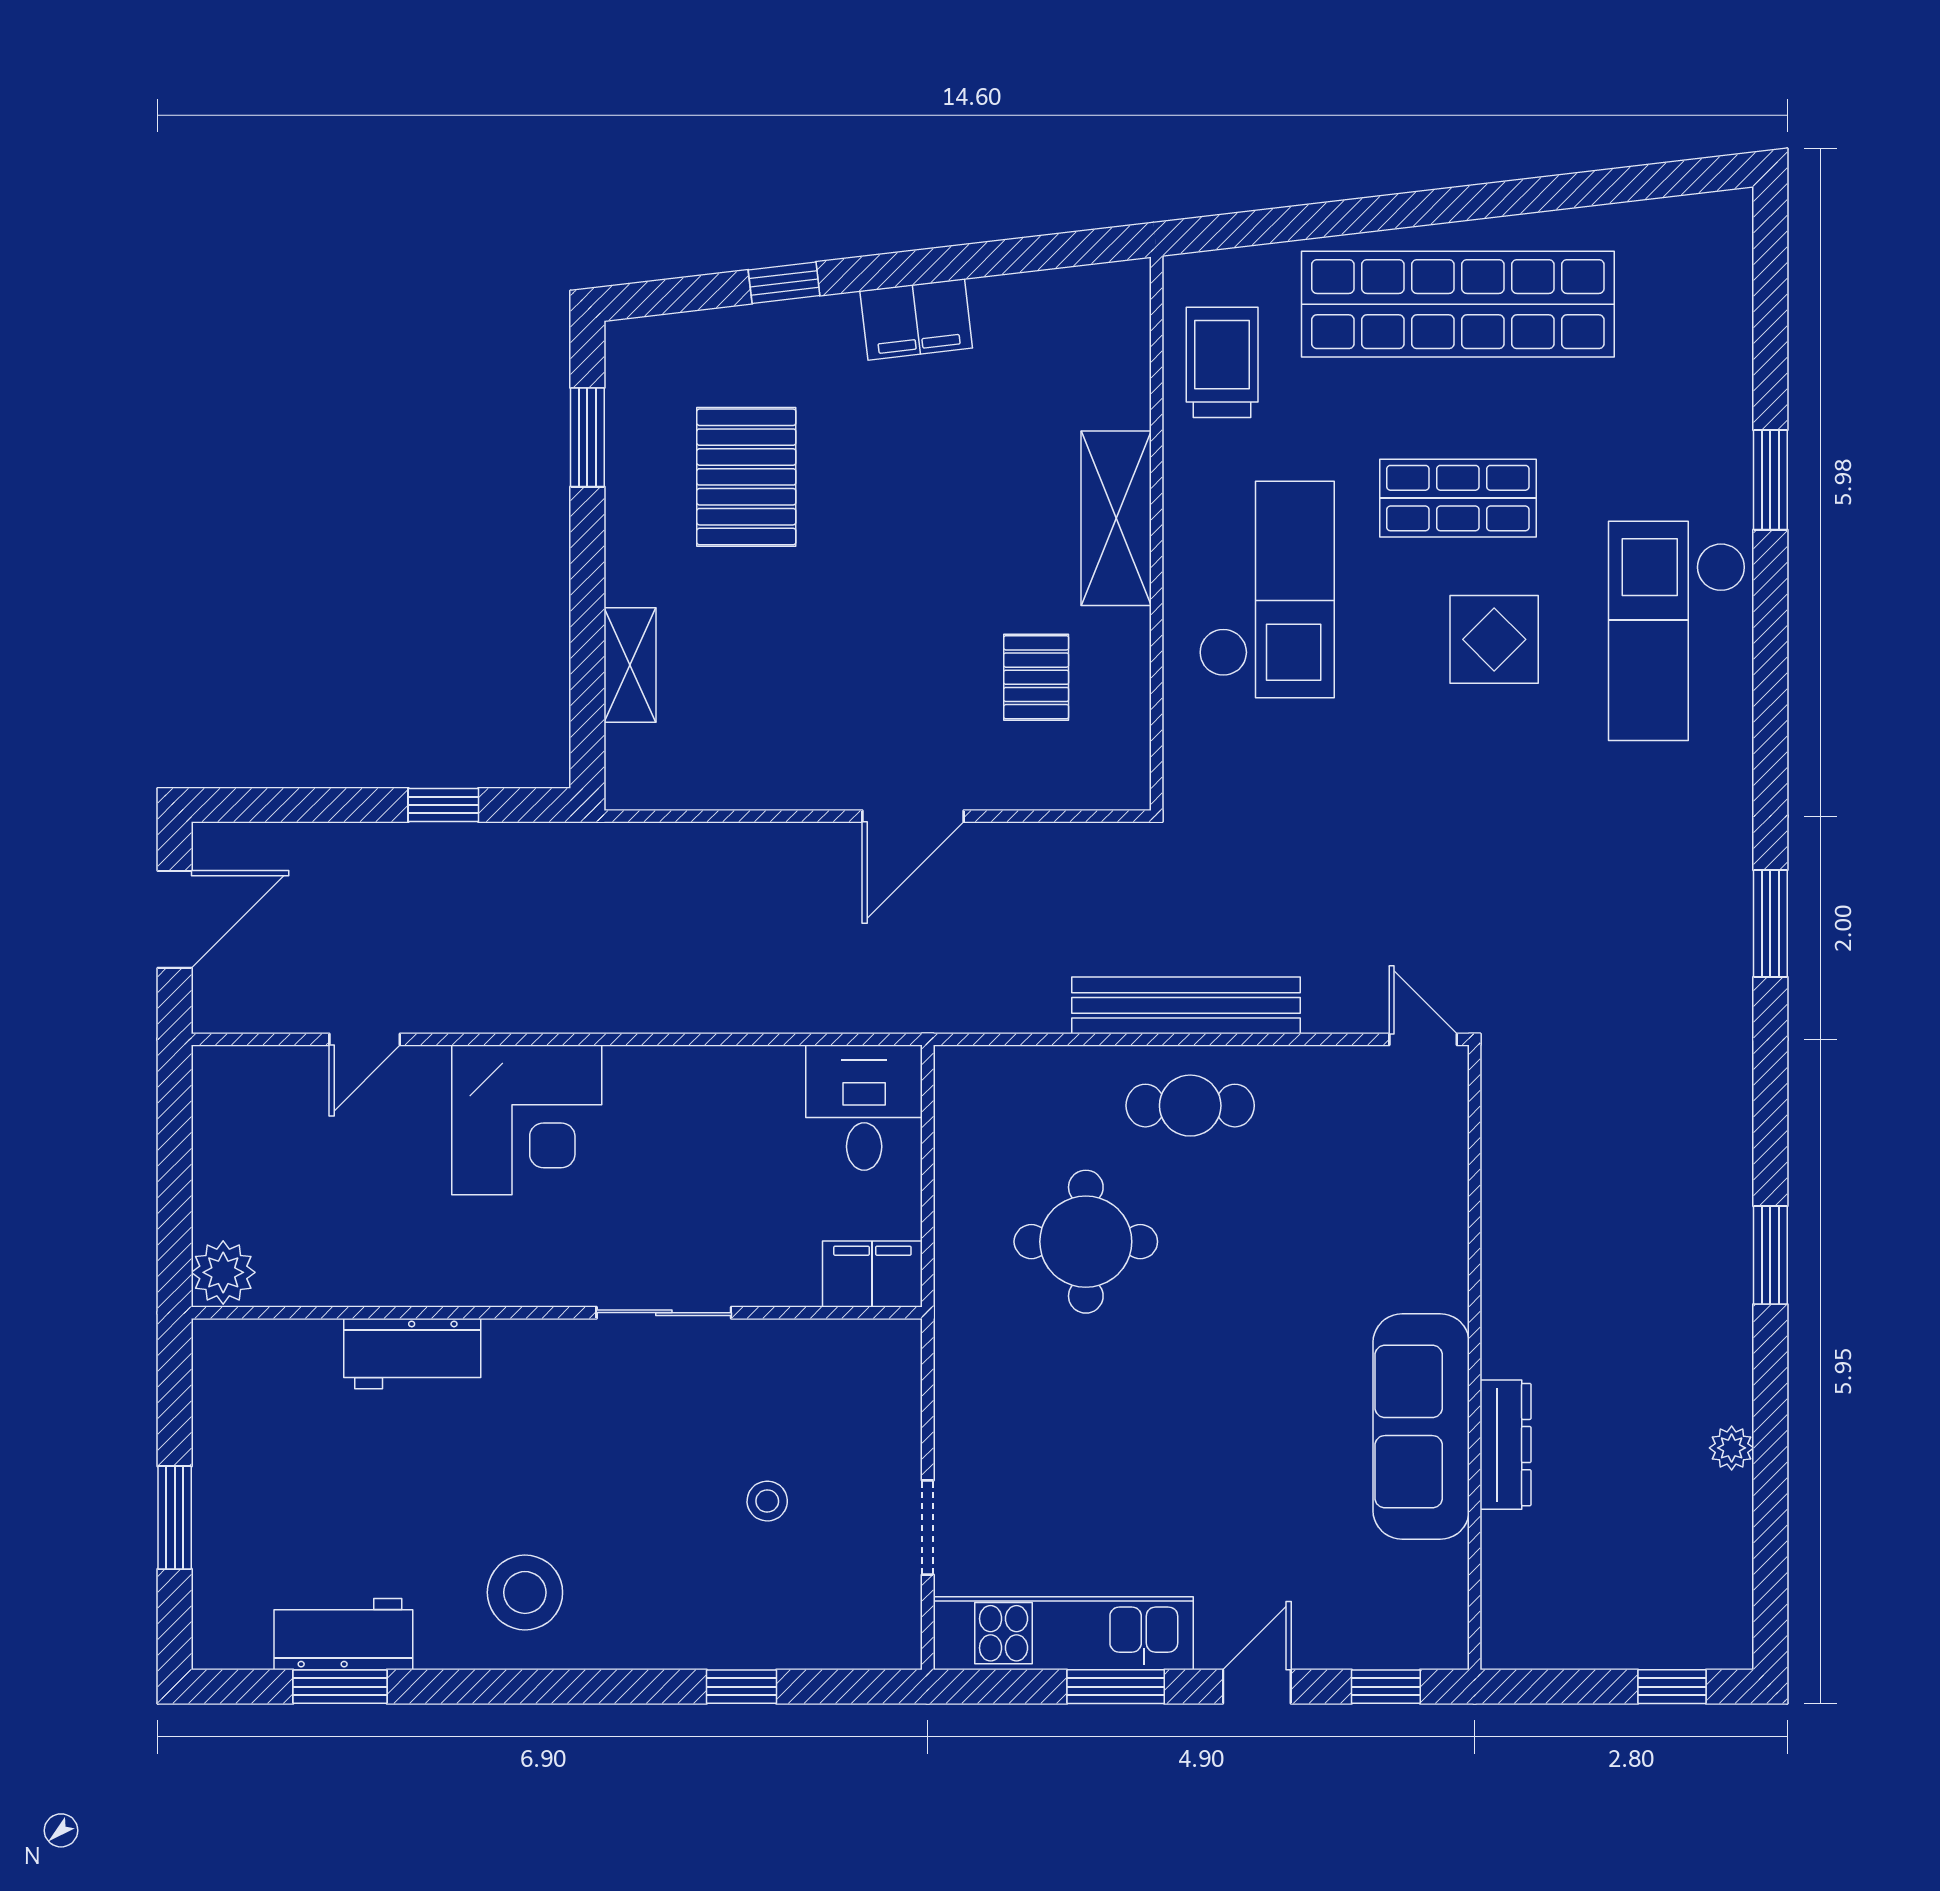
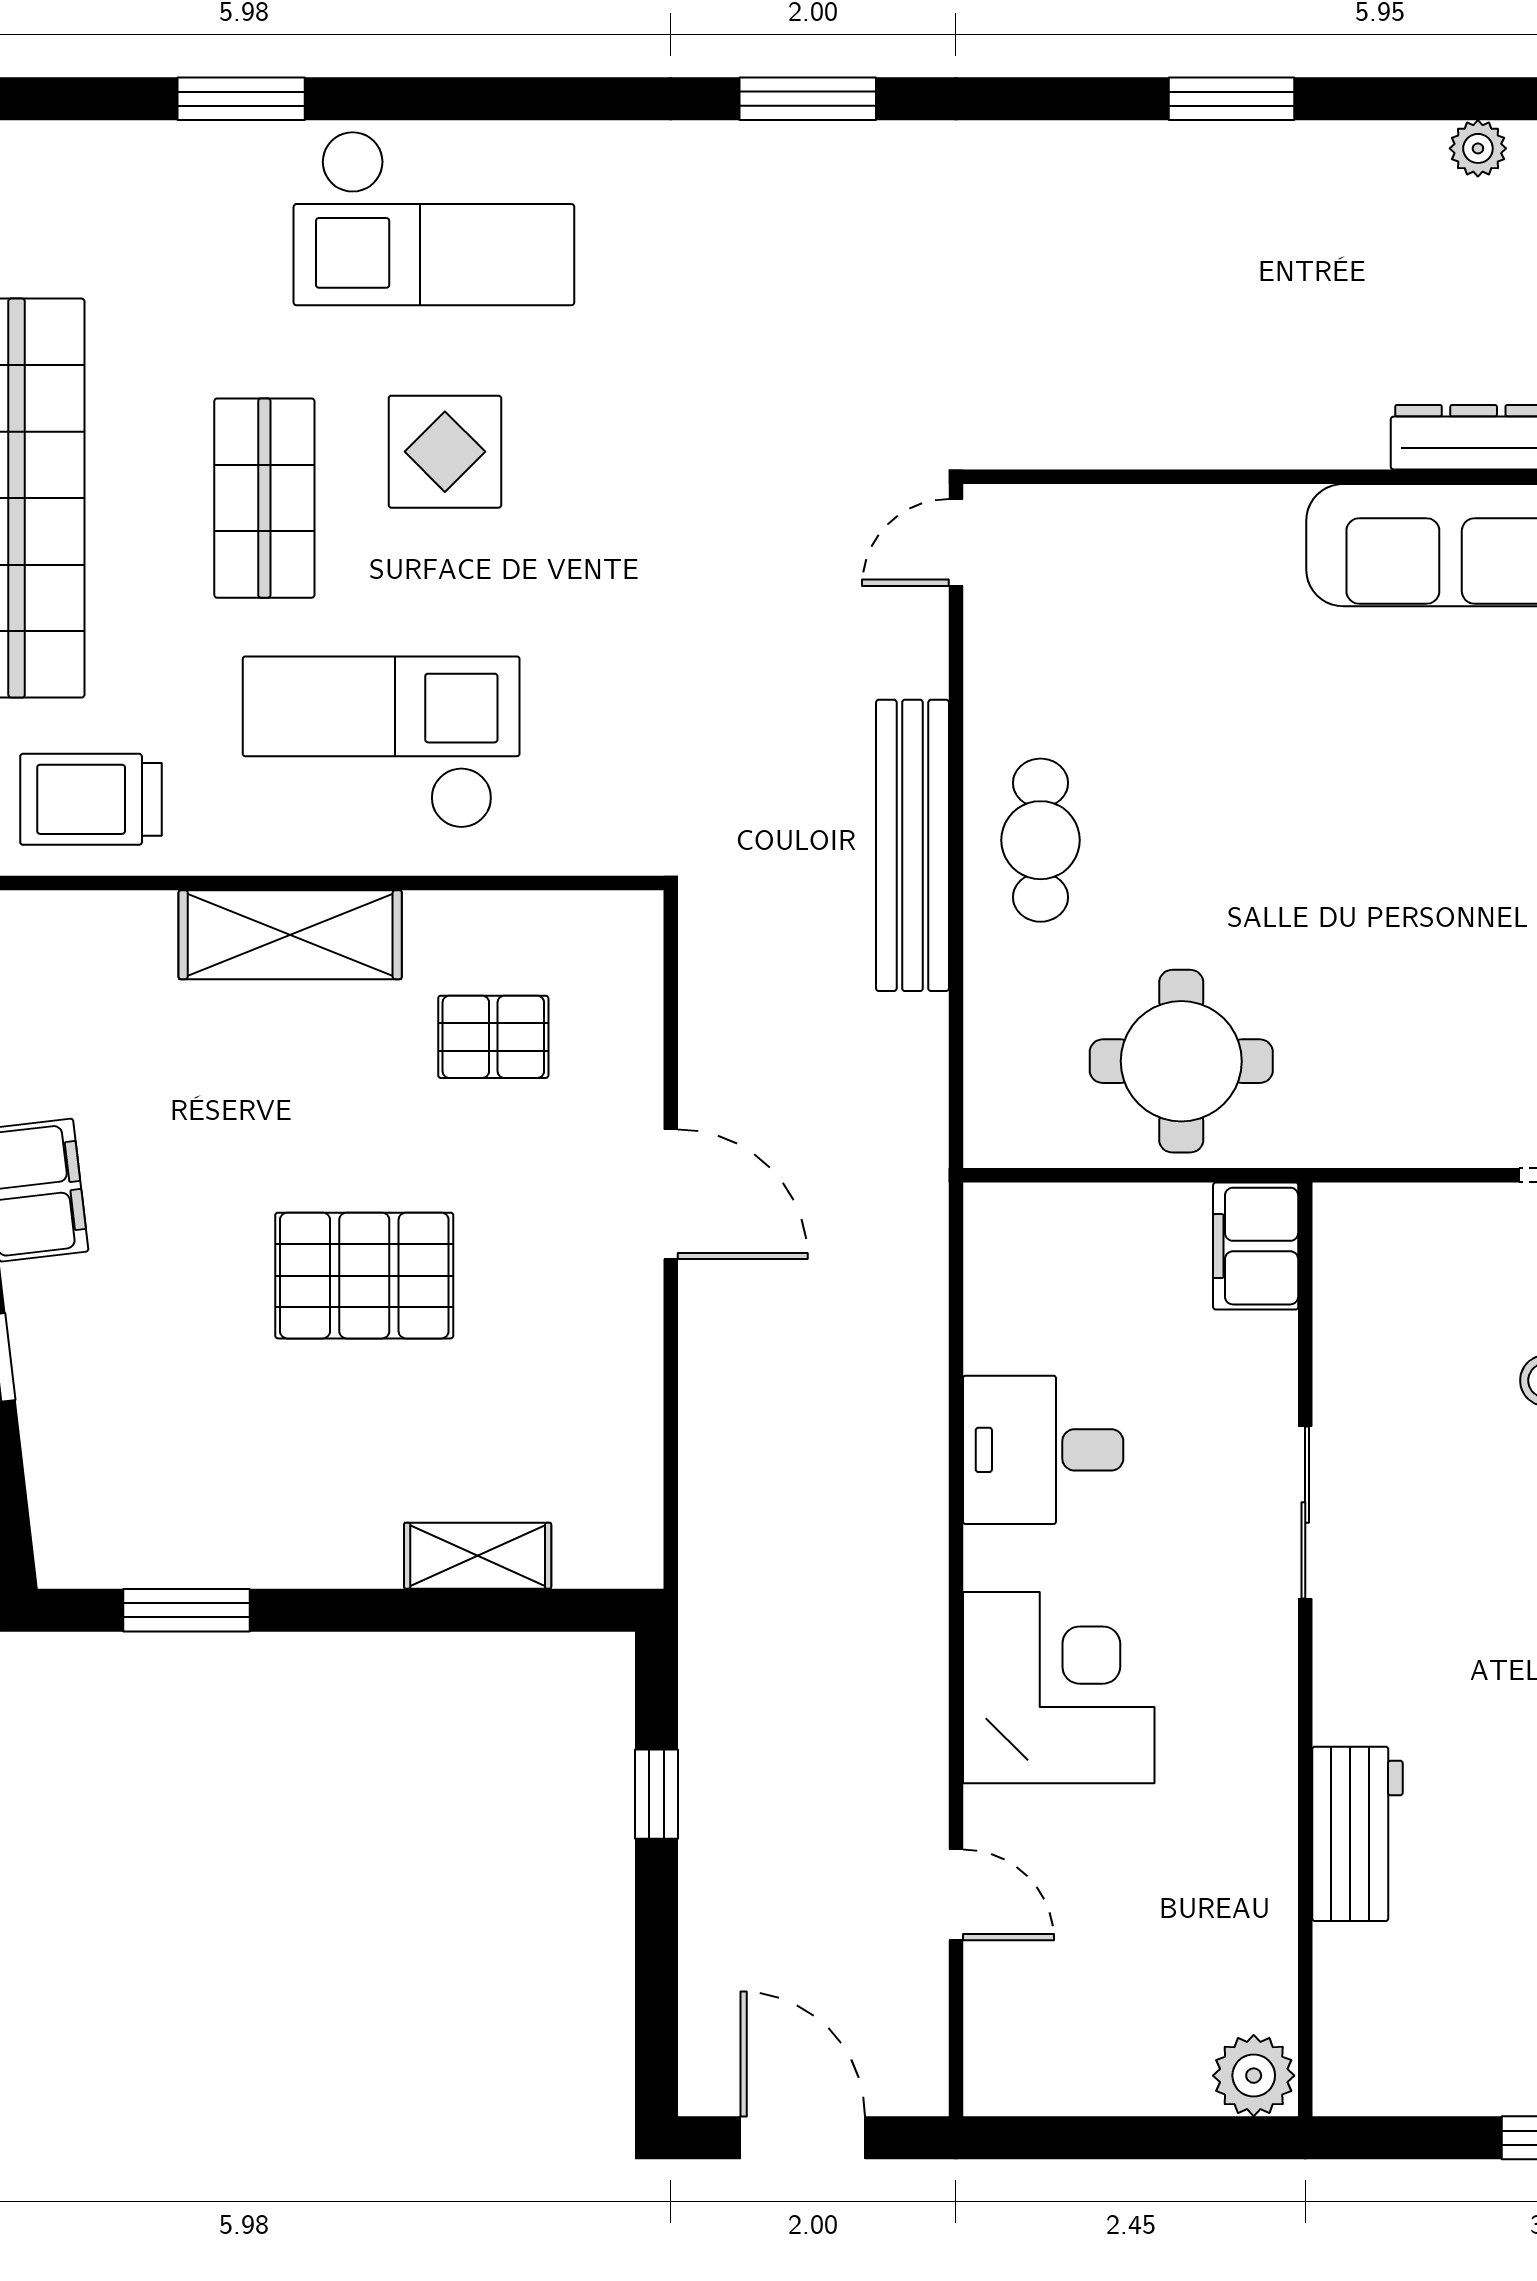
pallet: (746, 477) -> (364, 1276), moved
desk: (864, 1108) -> (1043, 1450), moved
round table: (1086, 1242) -> (1181, 1061), moved

